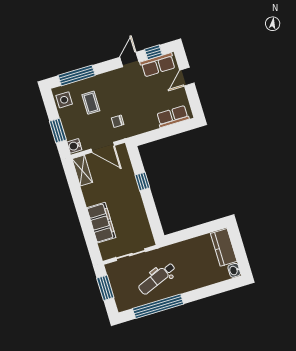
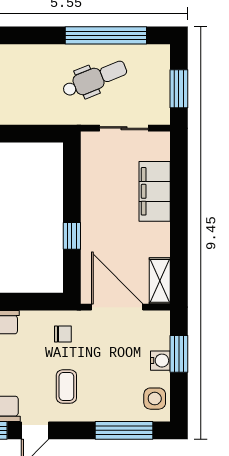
coffee table: (91, 103) -> (66, 387), moved
chair: (118, 121) -> (63, 334), moved
water cooler: (74, 146) -> (160, 361), moved
door: (103, 147) -> (117, 307), width x1.36

